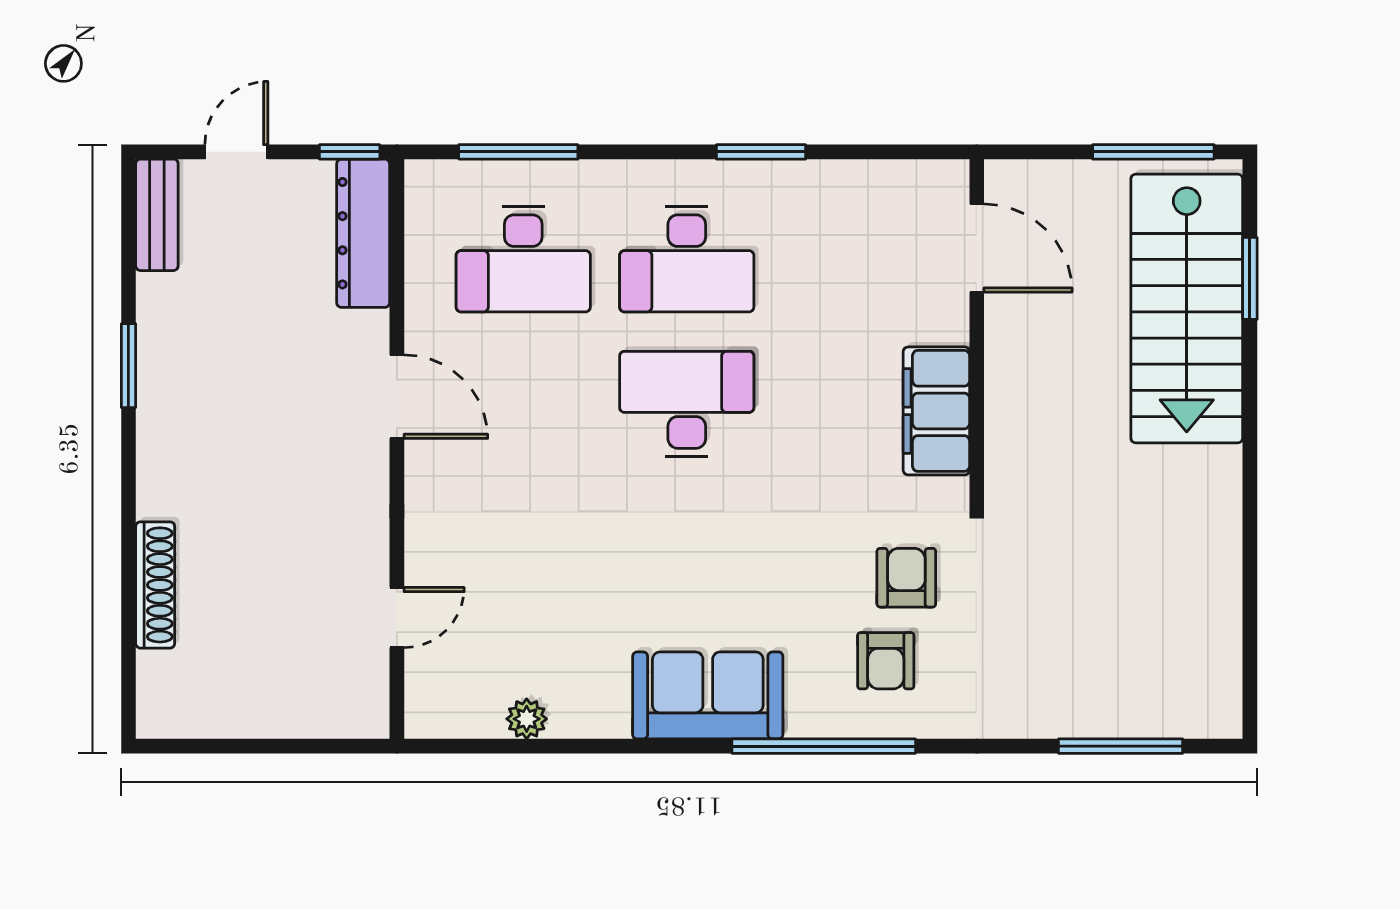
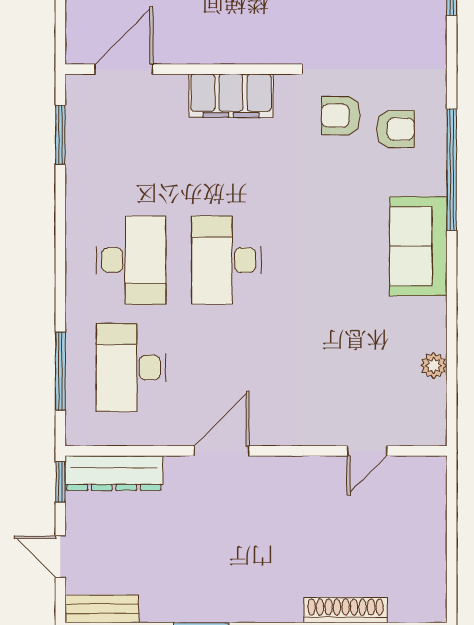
window: (761, 152) -> (60, 135), moved
desk: (523, 259) -> (131, 368), turned 180
door: (397, 617) -> (367, 451), swing flipped

